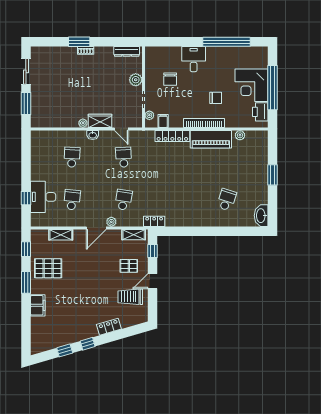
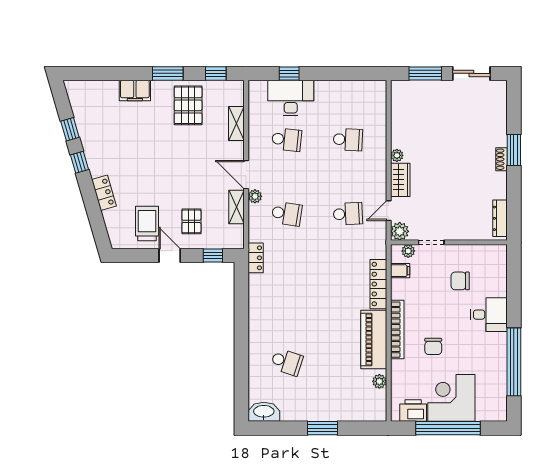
plant: (136, 80) -> (400, 231), moved
washbasin: (93, 135) -> (380, 169), removed
shelving: (134, 235) -> (236, 207), moved

